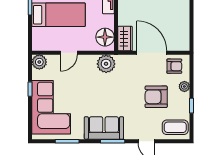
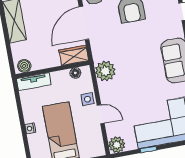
floor lamp: (105, 37) -> (75, 73), width x0.53, depth x0.53
side table: (84, 44) -> (87, 99), added

